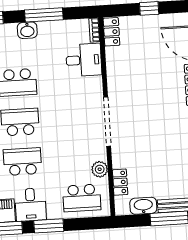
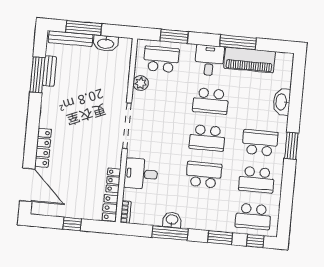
washbasin: (27, 30) -> (172, 220), moved
desk: (84, 60) -> (141, 174), moved
locker: (120, 182) -> (113, 180), moved
window: (49, 226) -> (174, 36), moved

